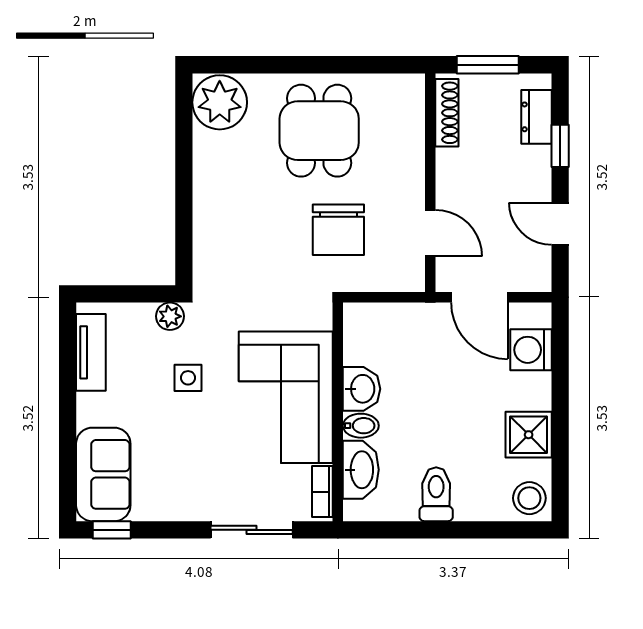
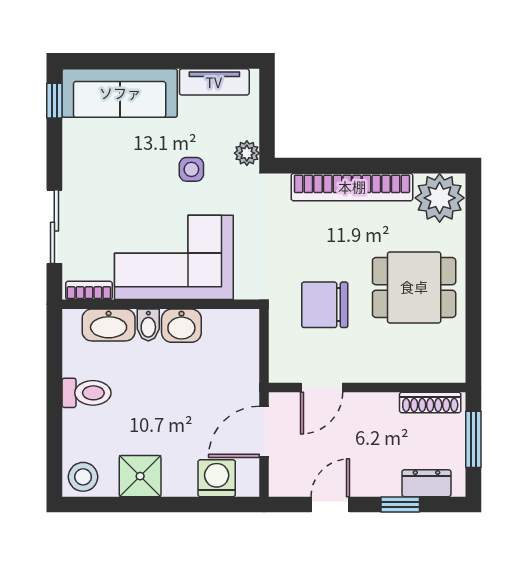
bookcase: (208, 200) -> (352, 187), added
sofa: (103, 474) -> (120, 93), width x1.36

